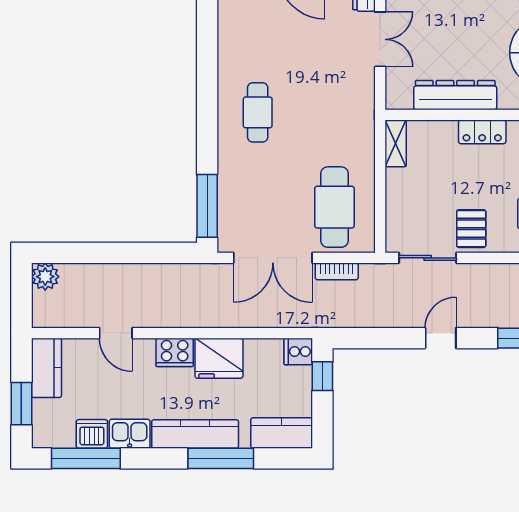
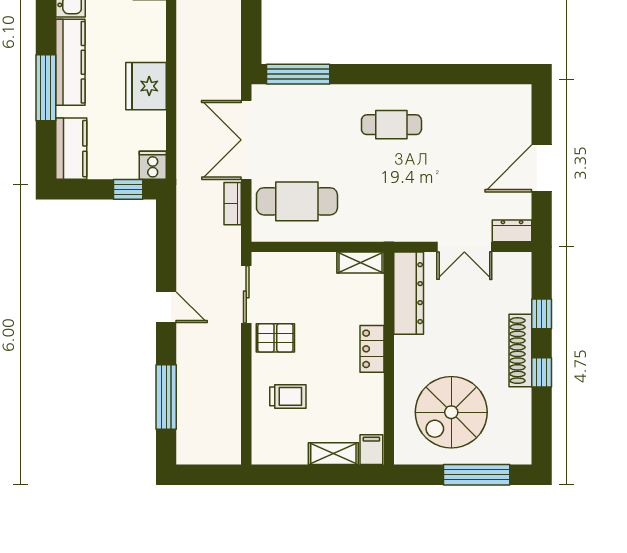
dresser: (455, 95) -> (409, 293), moved
cooker: (175, 352) -> (152, 42), removed

